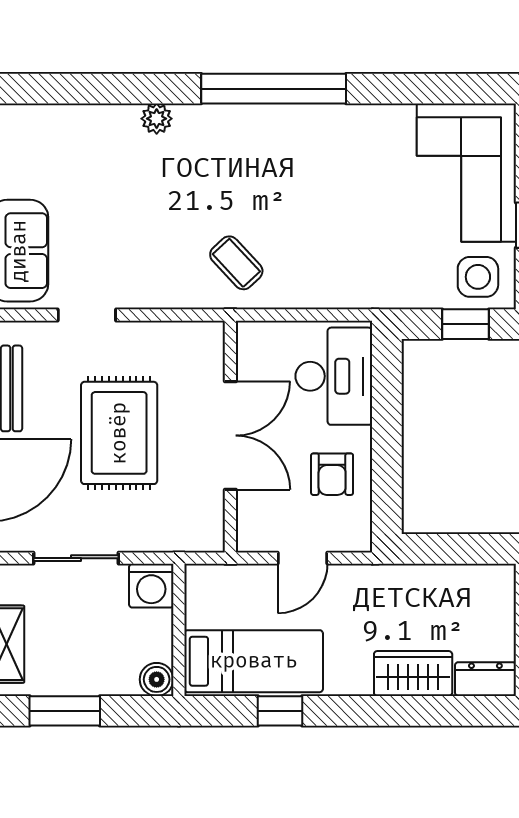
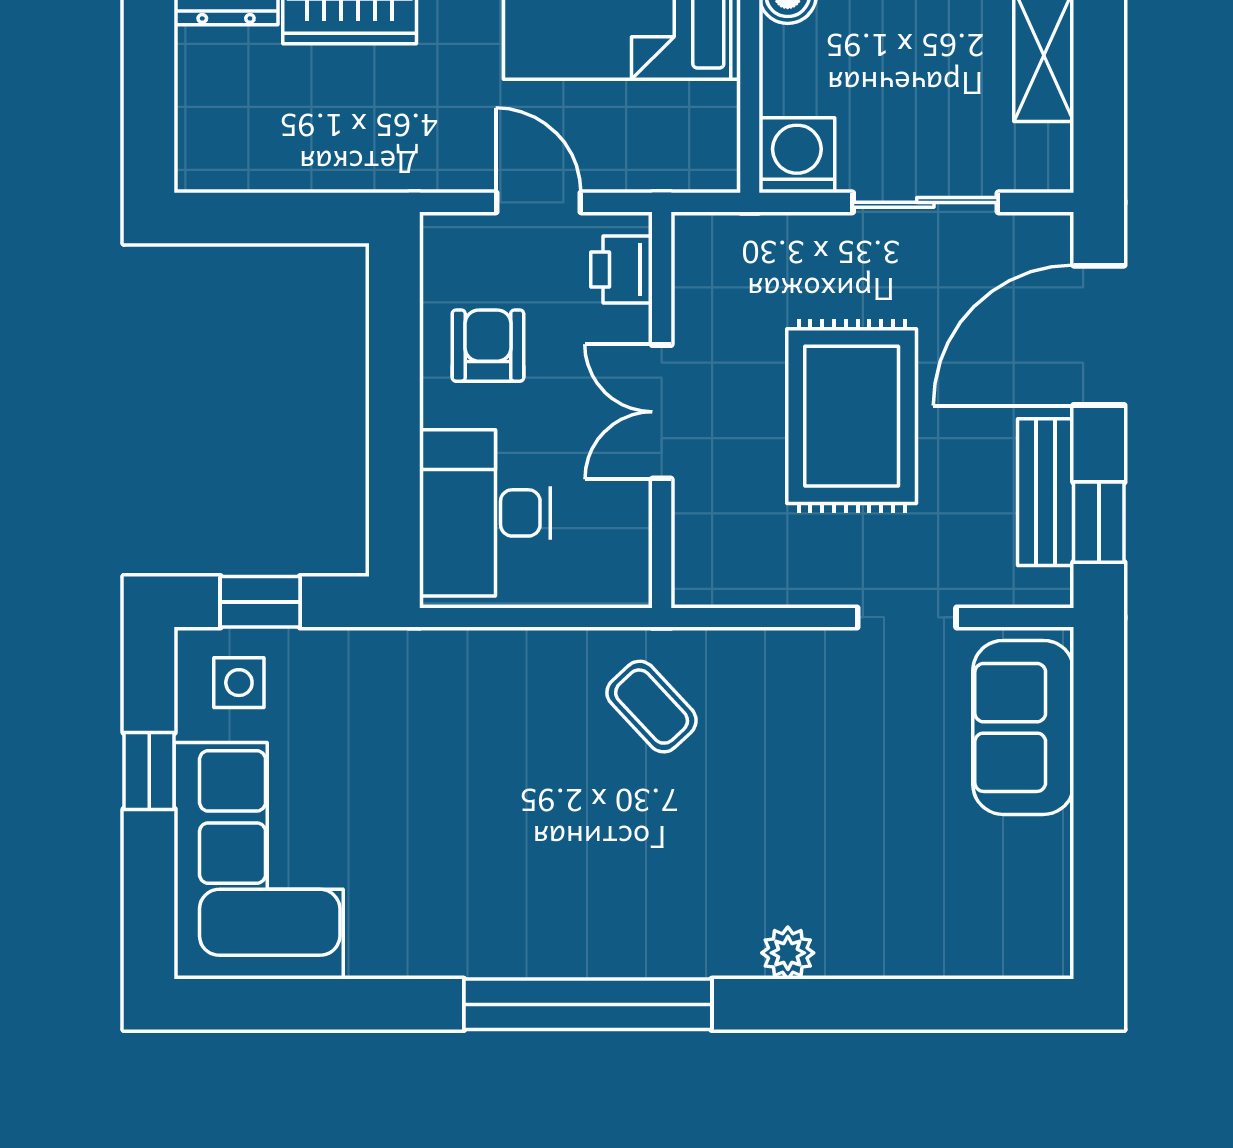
side table: (478, 277) -> (239, 683), width x0.73, depth x0.73
double door: (230, 435) -> (662, 412), width x0.73
printer: (254, 519) -> (622, 269), added
door: (303, 558) -> (538, 202), hinge flipped

